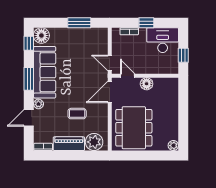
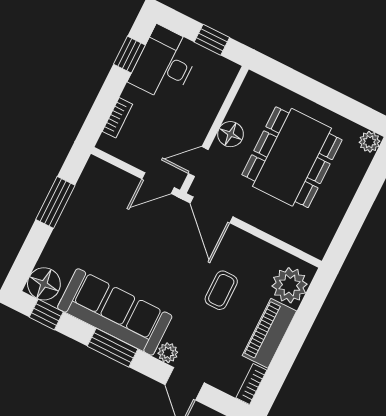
window: (146, 23) -> (129, 55), moved
dining table: (134, 128) -> (292, 157), moved, turned 90

